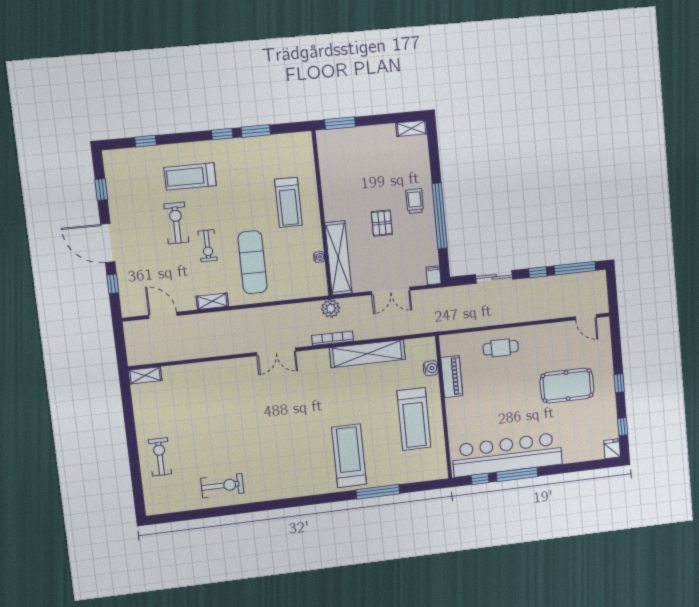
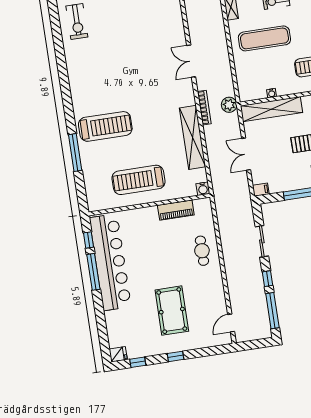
water cooler: (431, 368) -> (203, 189), moved

